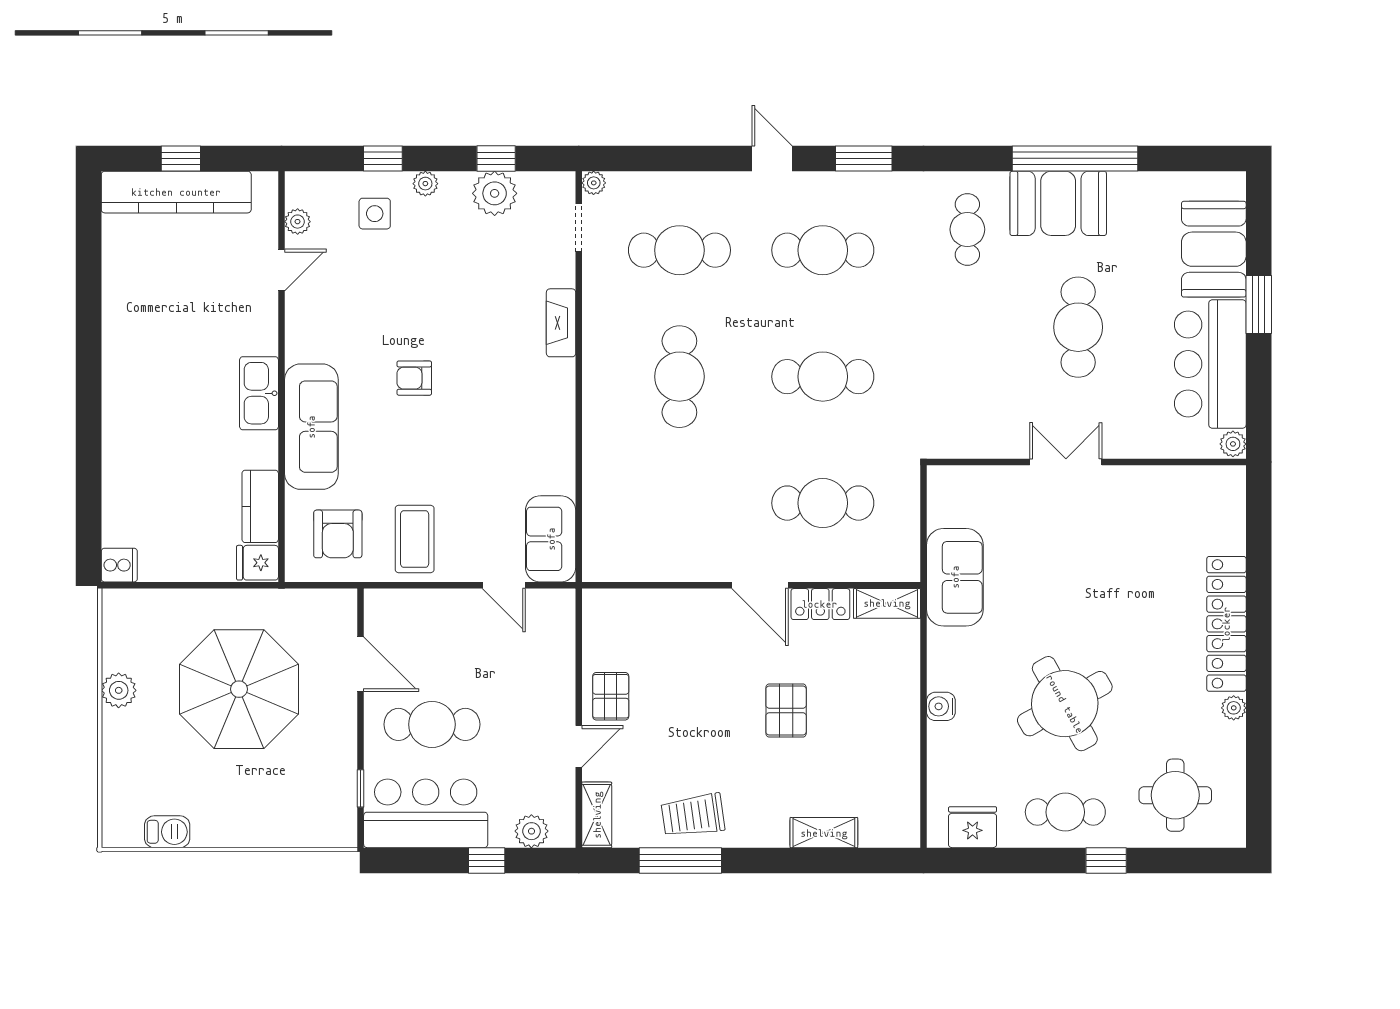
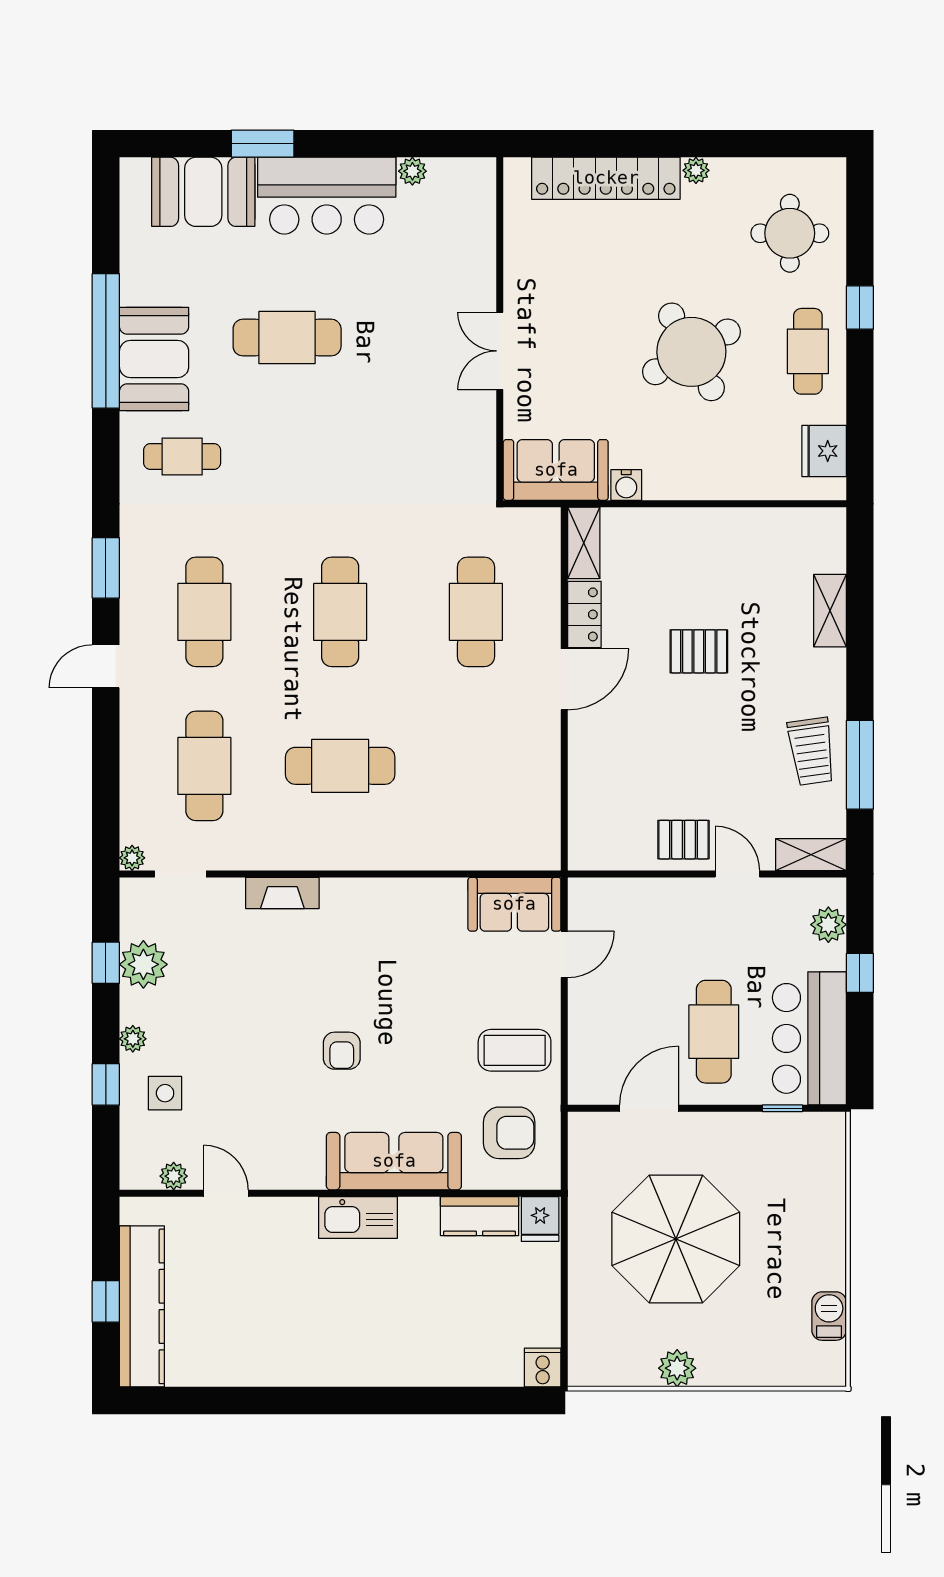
double door: (1066, 462) -> (500, 351), moved
wall: (1086, 462) -> (500, 329), moved
water cooler: (941, 706) -> (626, 485), moved

